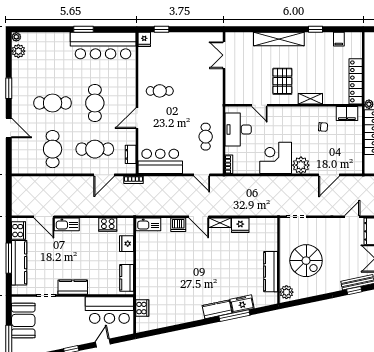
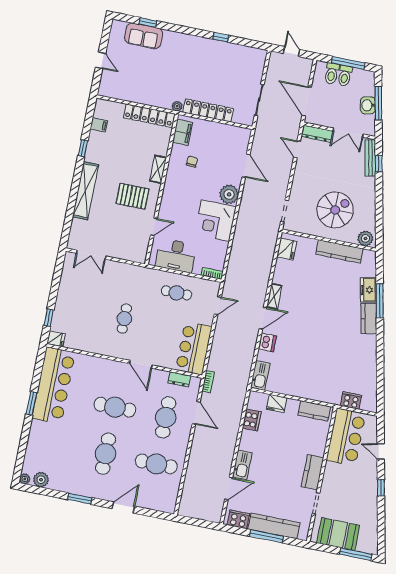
cafe table: (160, 91) -> (124, 319), moved
fridge: (240, 225) -> (287, 249), moved

